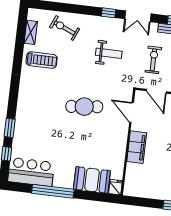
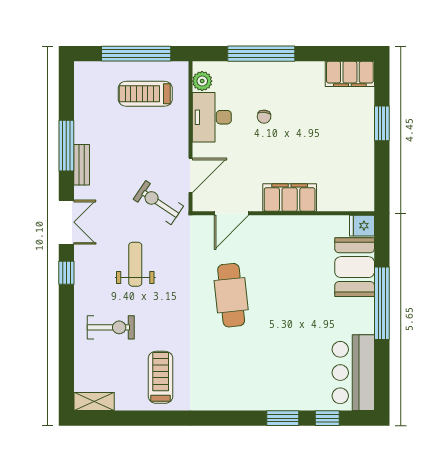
exercise bike: (64, 28) -> (111, 327), moved, turned -113
shelving: (31, 32) -> (94, 401), moved
exercise bike: (153, 60) -> (158, 203), moved, turned 34
window: (53, 191) -> (382, 303), moved

